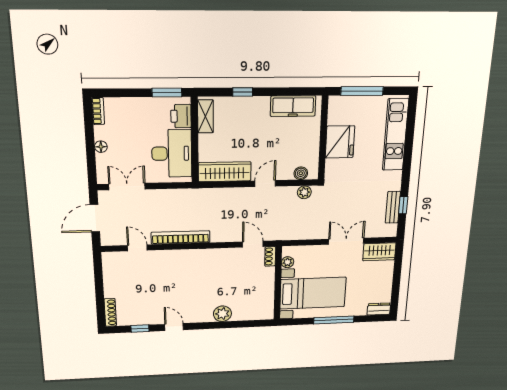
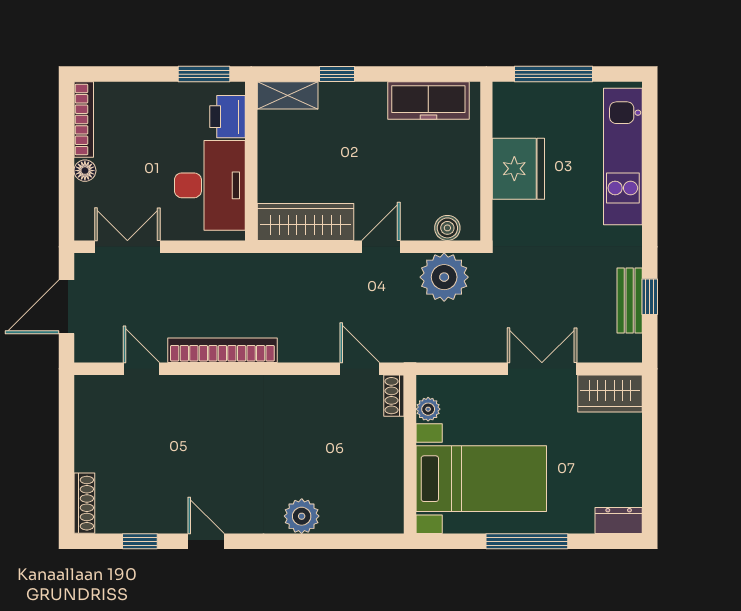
bookcase: (98, 111) -> (84, 120), width x1.56
shelving: (205, 116) -> (288, 95), moved, turned 90
plant: (304, 192) -> (444, 277), width x1.87, depth x1.87

